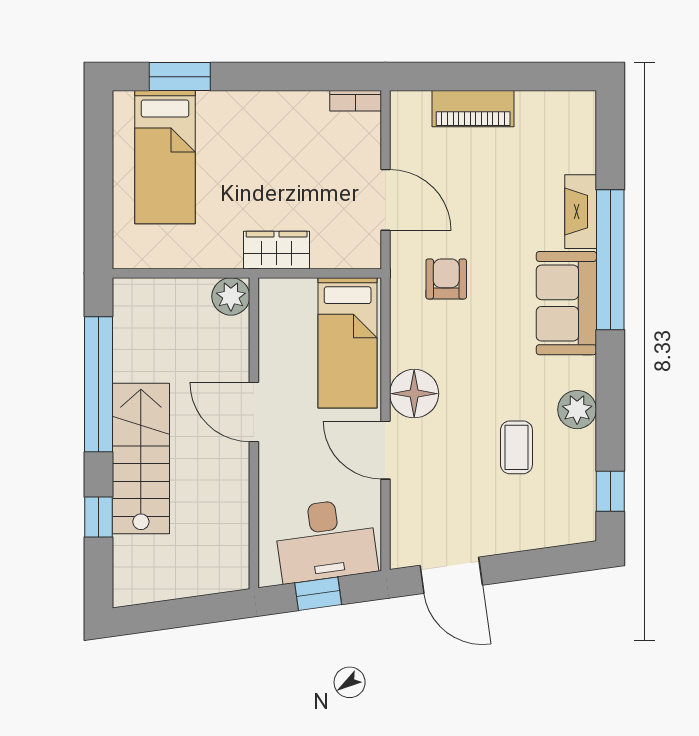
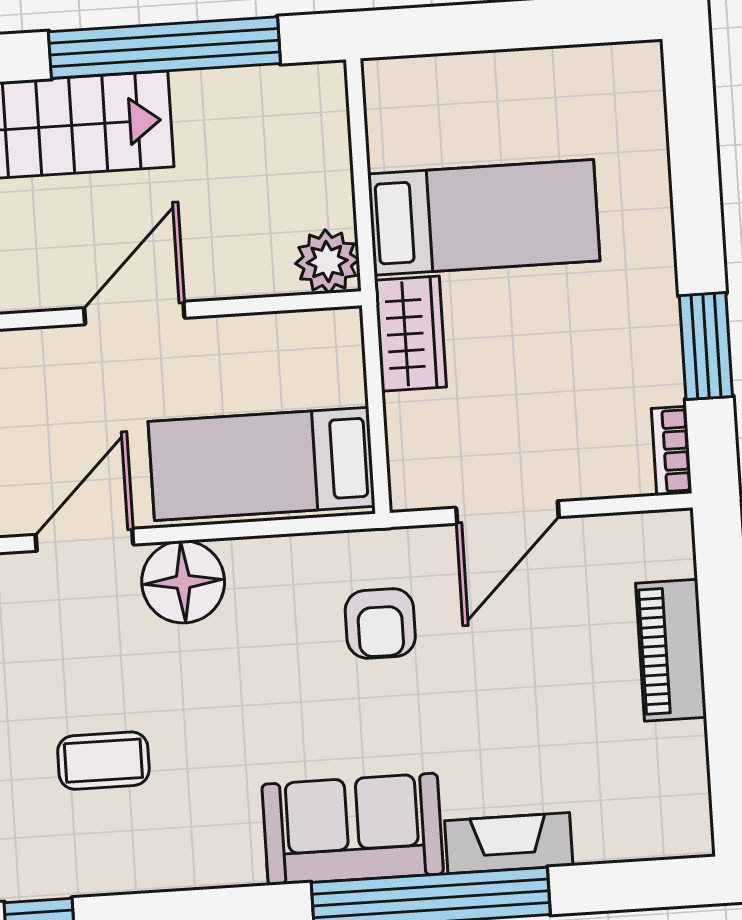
window: (180, 77) -> (706, 346), moved
bed: (165, 157) -> (484, 217), moved, turned 180
armchair: (446, 279) -> (380, 623), turned 90
plant: (577, 410) -> (174, 859), removed

